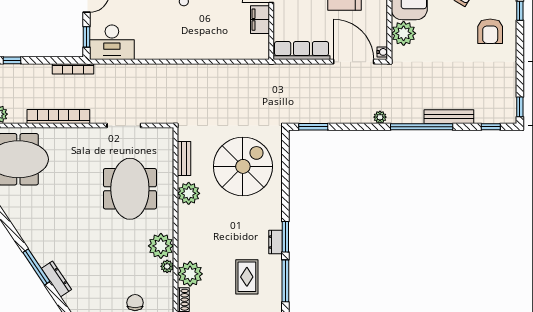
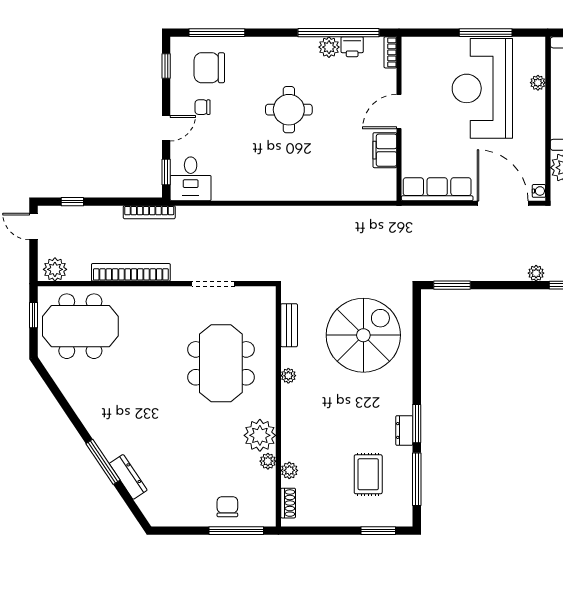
desk: (112, 42) -> (191, 179), width x0.73
plant: (189, 193) -> (288, 376), width x0.53, depth x0.53
plant: (190, 274) -> (289, 470), width x0.53, depth x0.53

